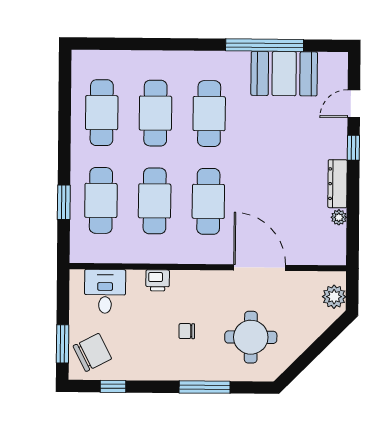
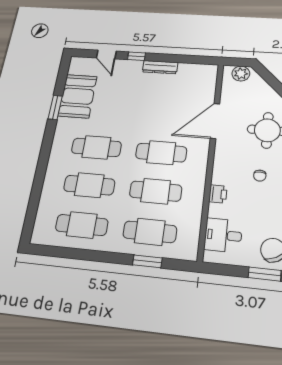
window: (265, 45) -> (55, 107), width x0.47
plant: (339, 217) -> (184, 68), removed

